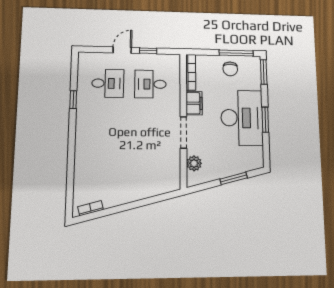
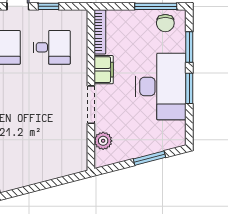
chair: (230, 69) -> (165, 23), moved
window: (264, 72) -> (189, 47), moved
desk: (150, 84) -> (52, 47), turned 180

